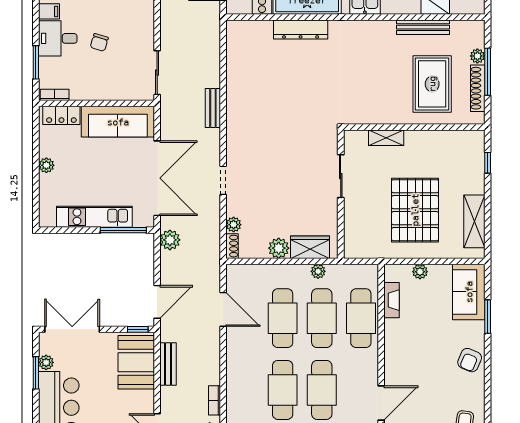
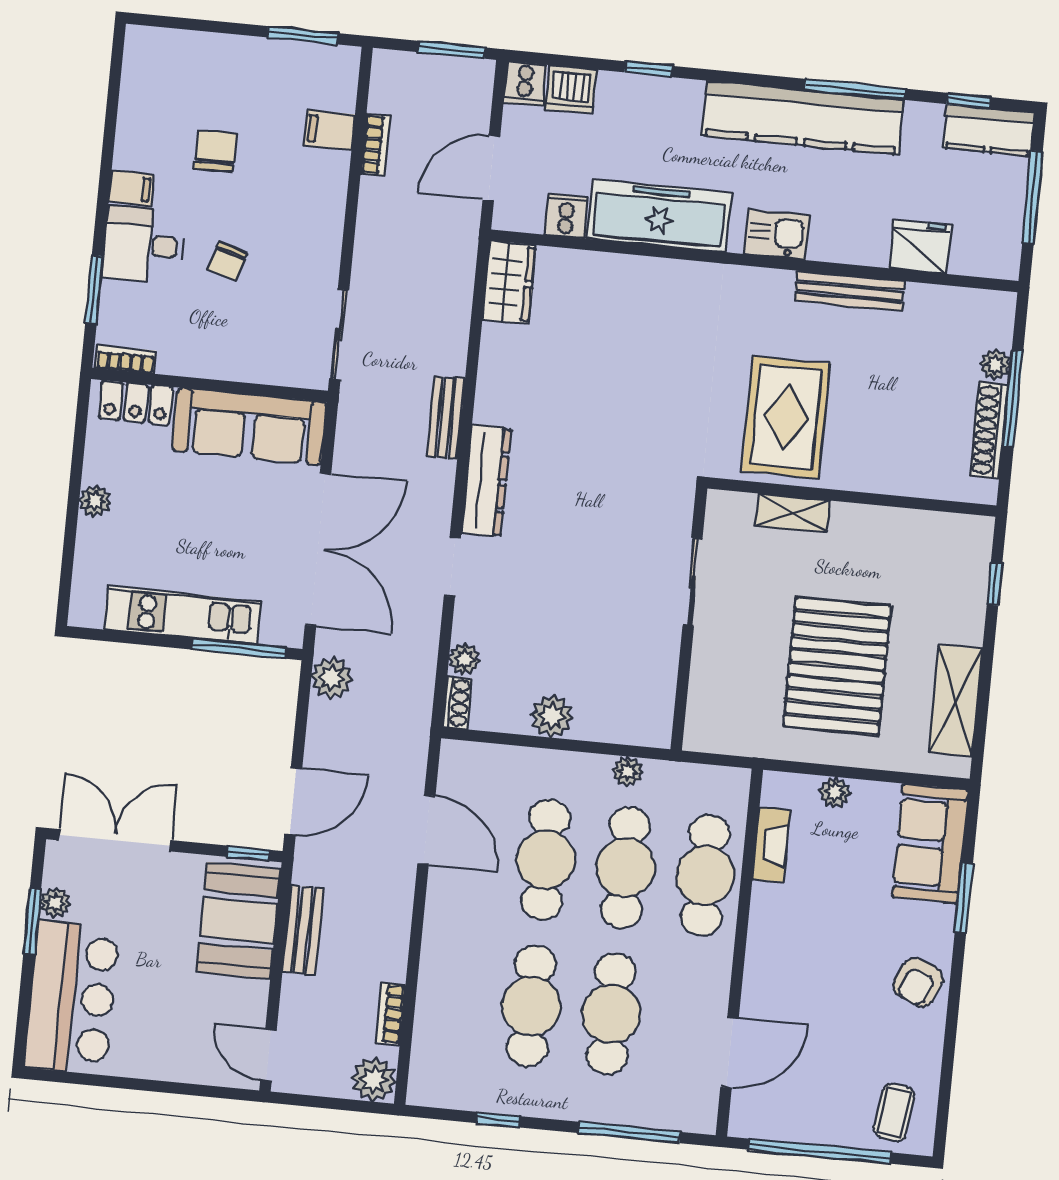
bench: (423, 27) -> (850, 291), moved
dresser: (301, 29) -> (486, 481), moved, turned -90
rug: (432, 84) -> (786, 417), moved
wardrobe: (310, 247) -> (509, 282), moved, turned 90

